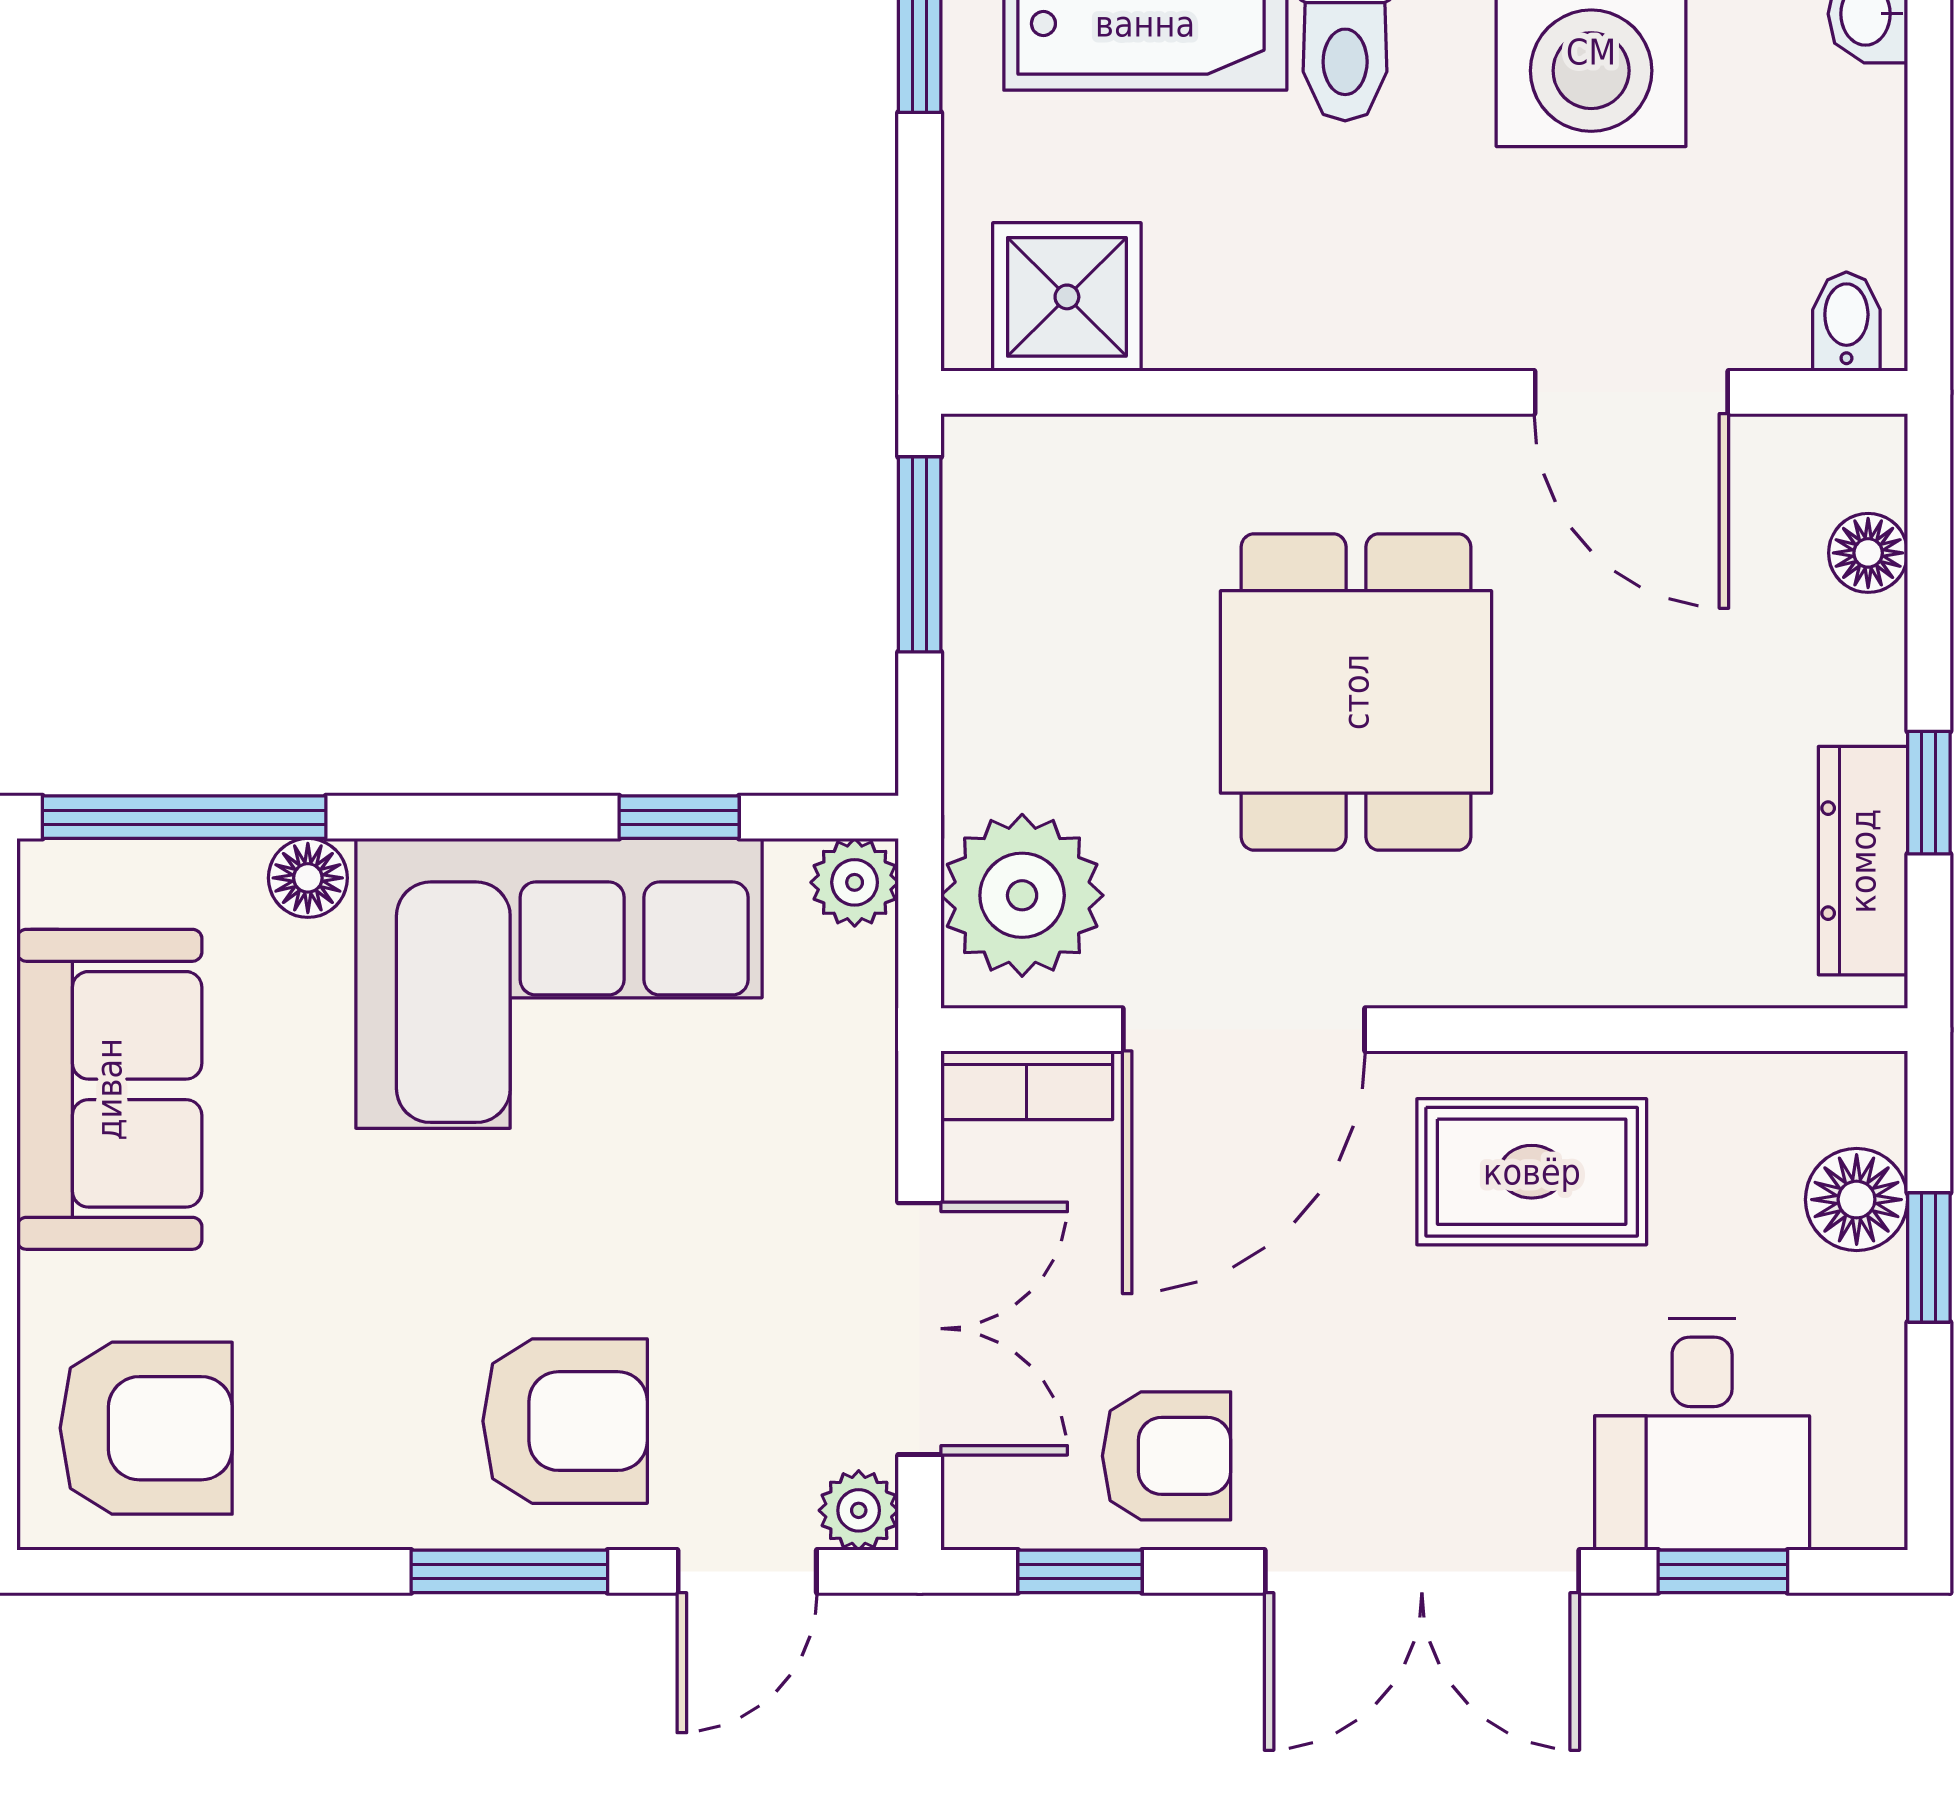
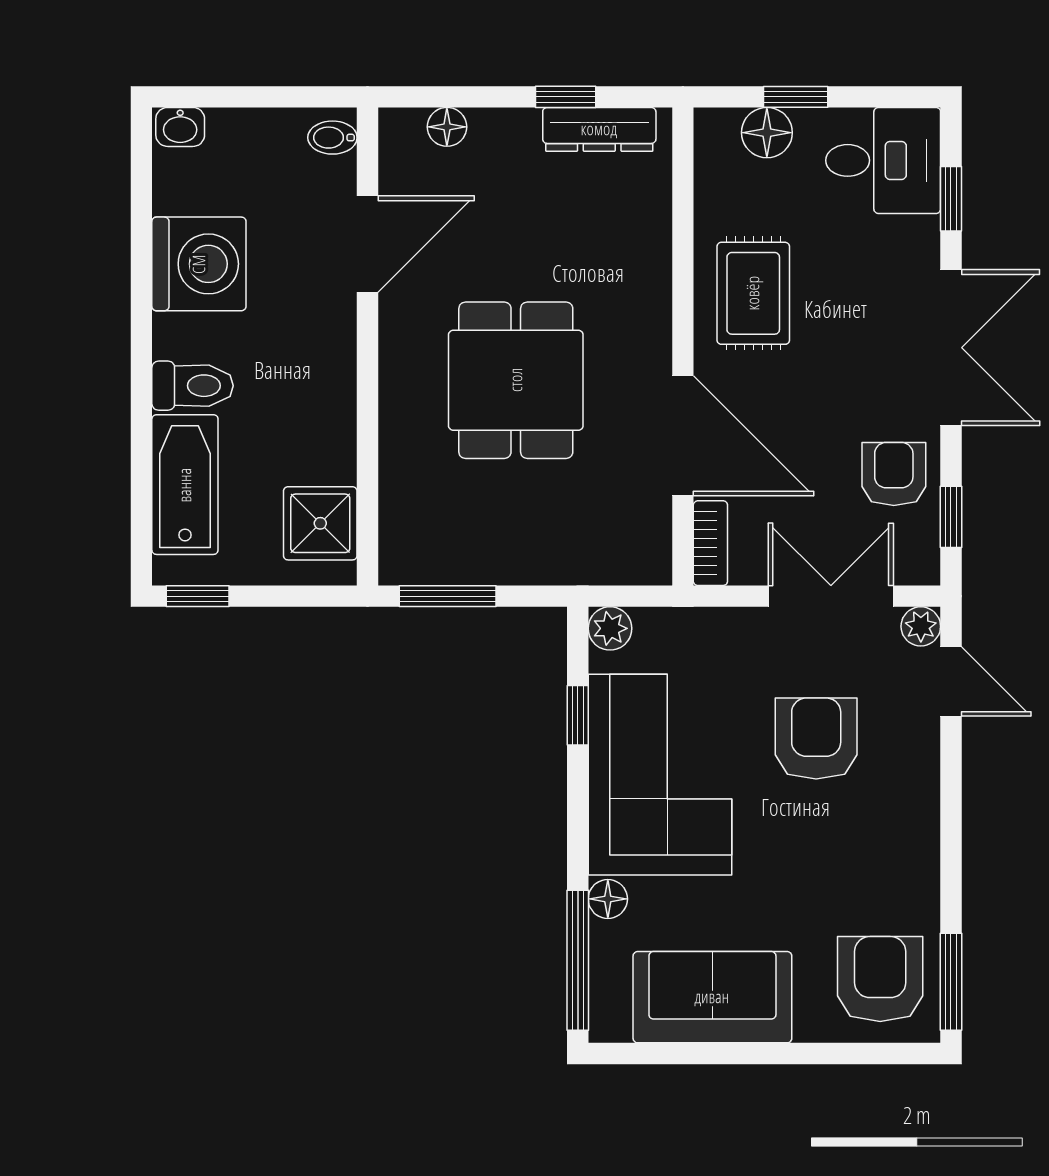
dining table: (1356, 692) -> (516, 380), turned 90
plant: (1022, 895) -> (616, 546), removed
armchair: (565, 1421) -> (816, 739), moved
desk: (1702, 1434) -> (883, 160), moved
window: (509, 1571) -> (951, 982), moved

